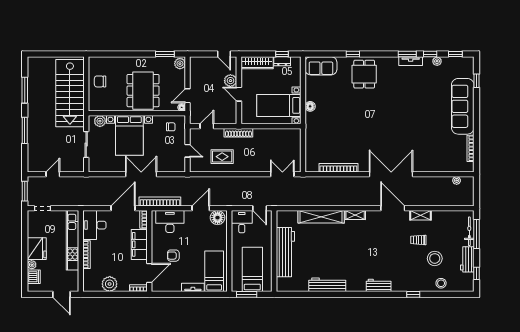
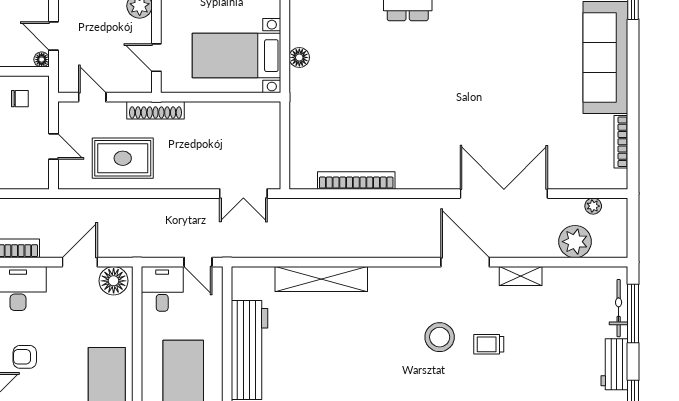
door: (239, 94) -> (156, 58), moved
door: (188, 96) -> (54, 36), hinge flipped
door: (207, 126) -> (92, 97), hinge flipped
rug: (222, 157) -> (123, 158), width x1.36, depth x1.43
double door: (282, 174) -> (243, 194), swing flipped
double door: (391, 174) -> (504, 194), moved
plant: (448, 198) -> (575, 242), added
shelving: (355, 215) -> (390, 276), removed
trolley: (418, 240) -> (489, 344), moved
stool: (435, 258) -> (440, 337), moved

